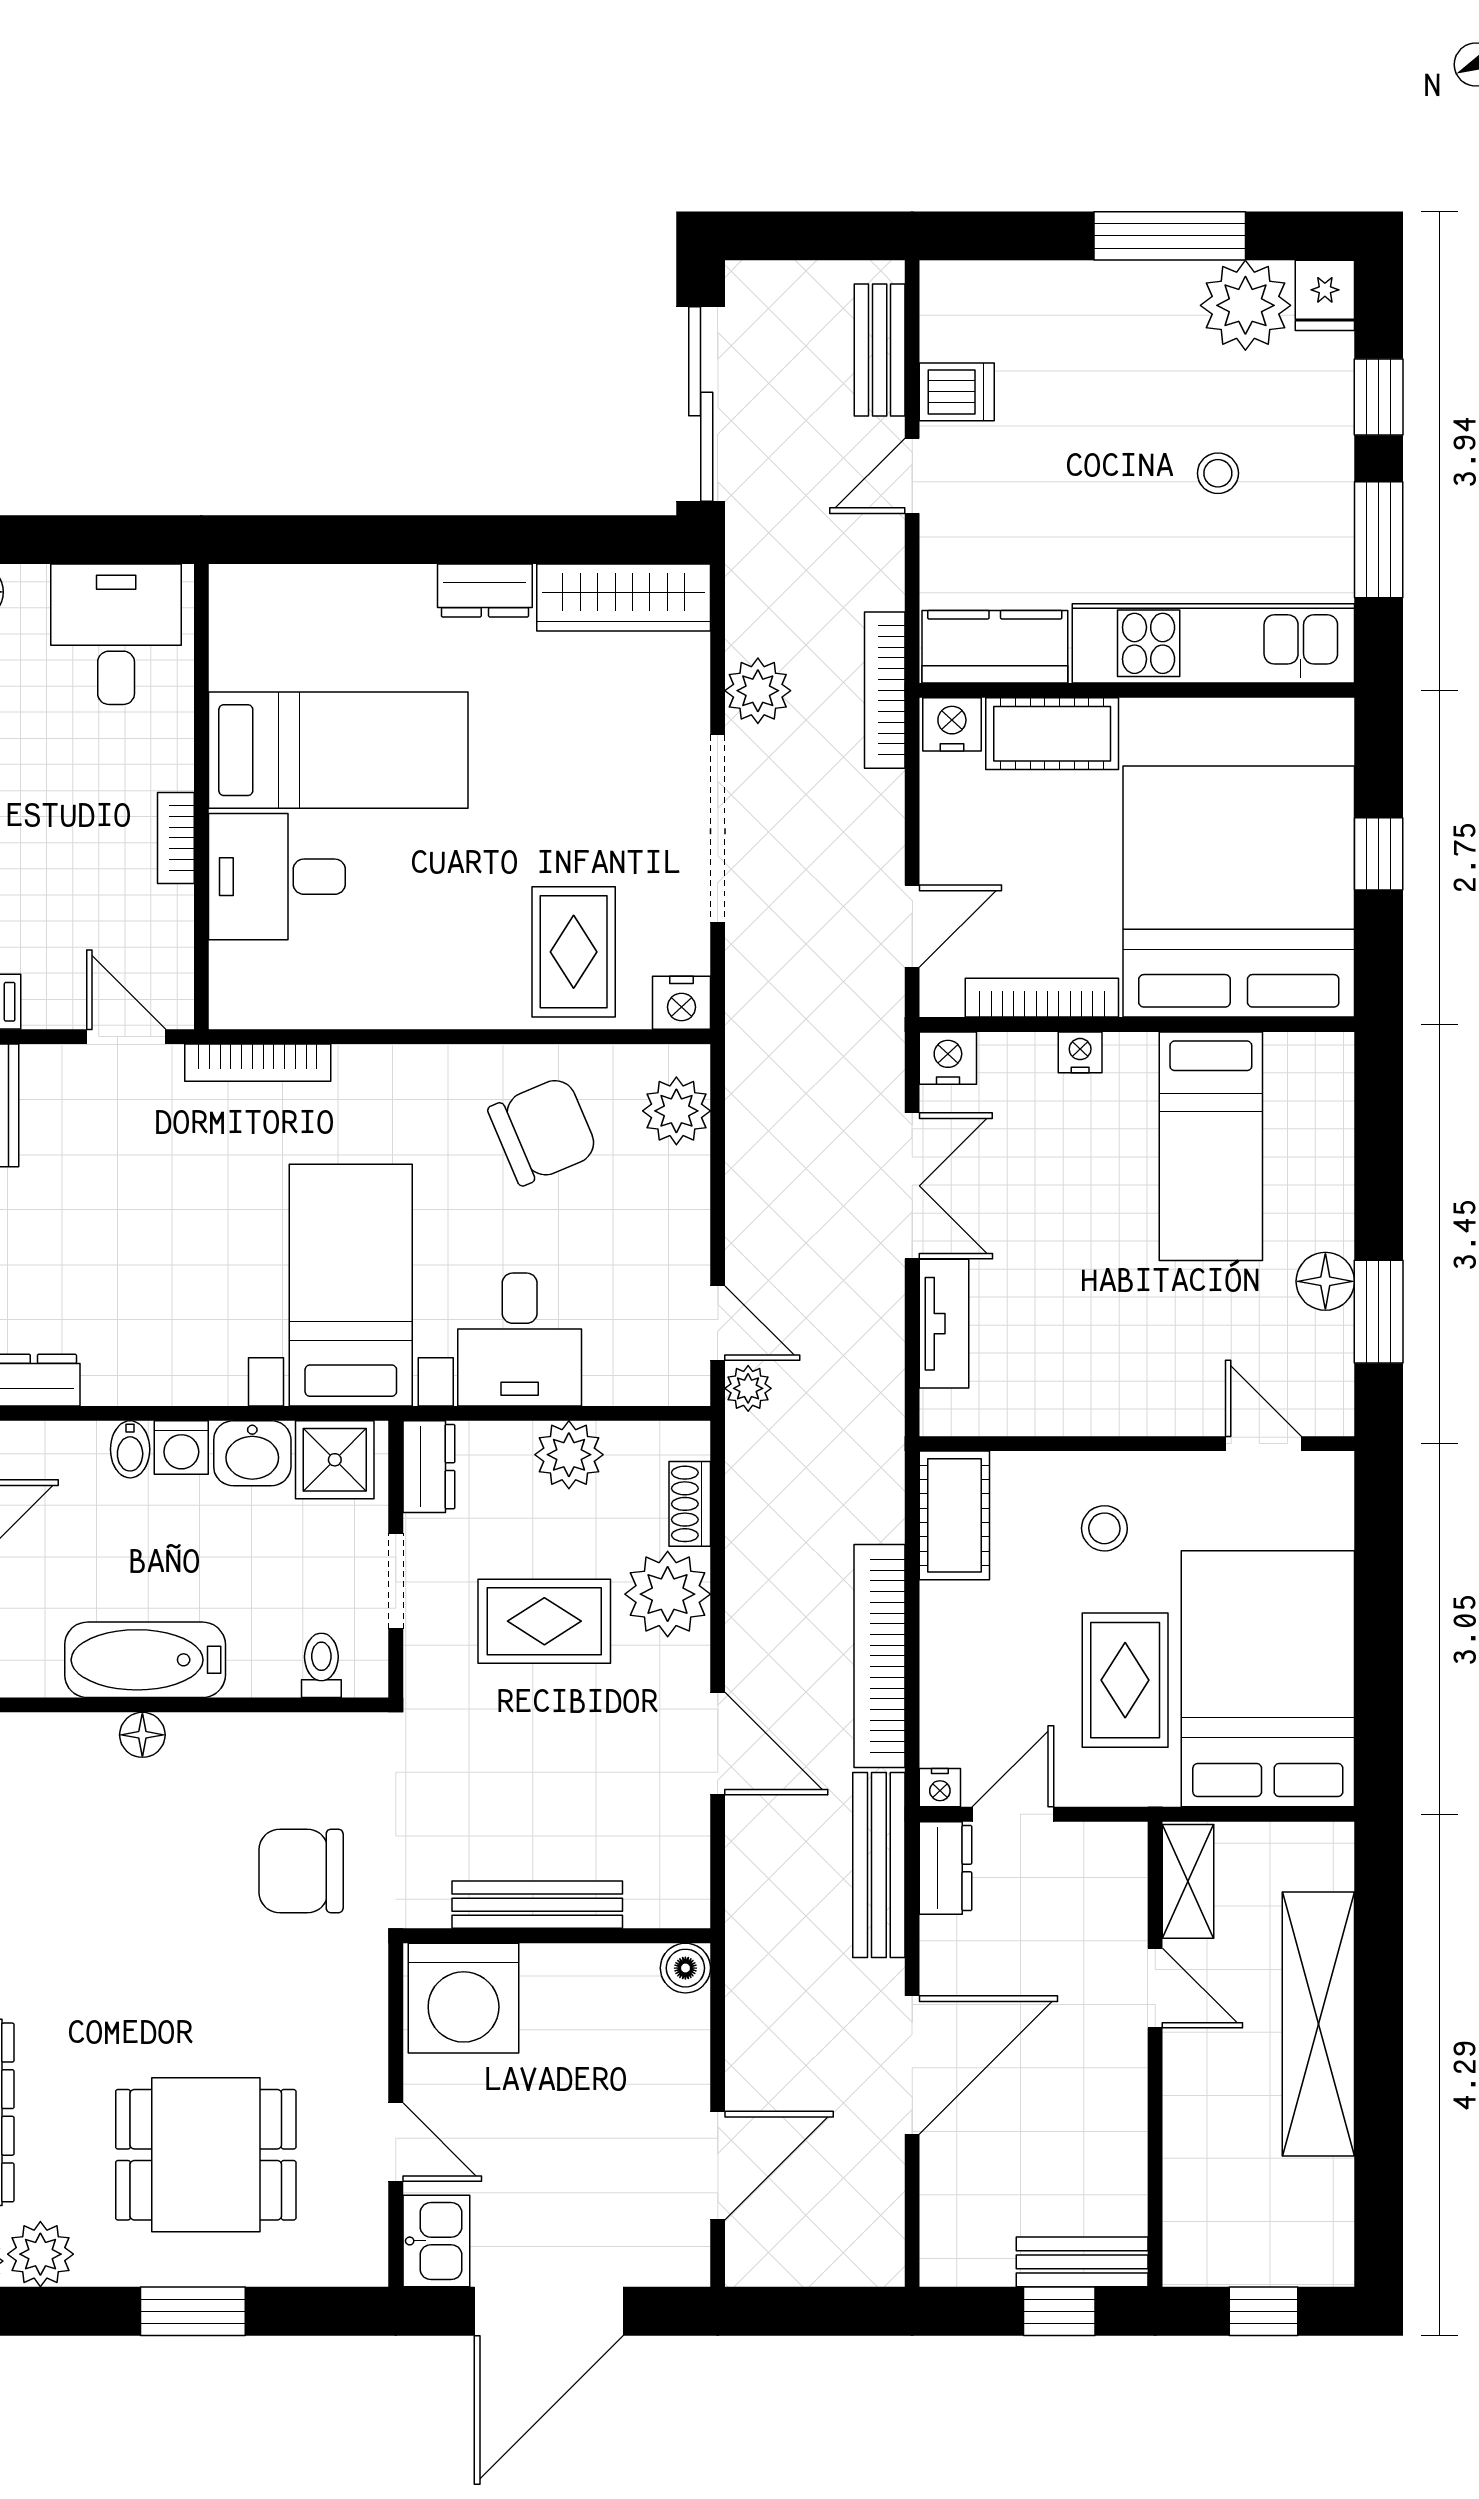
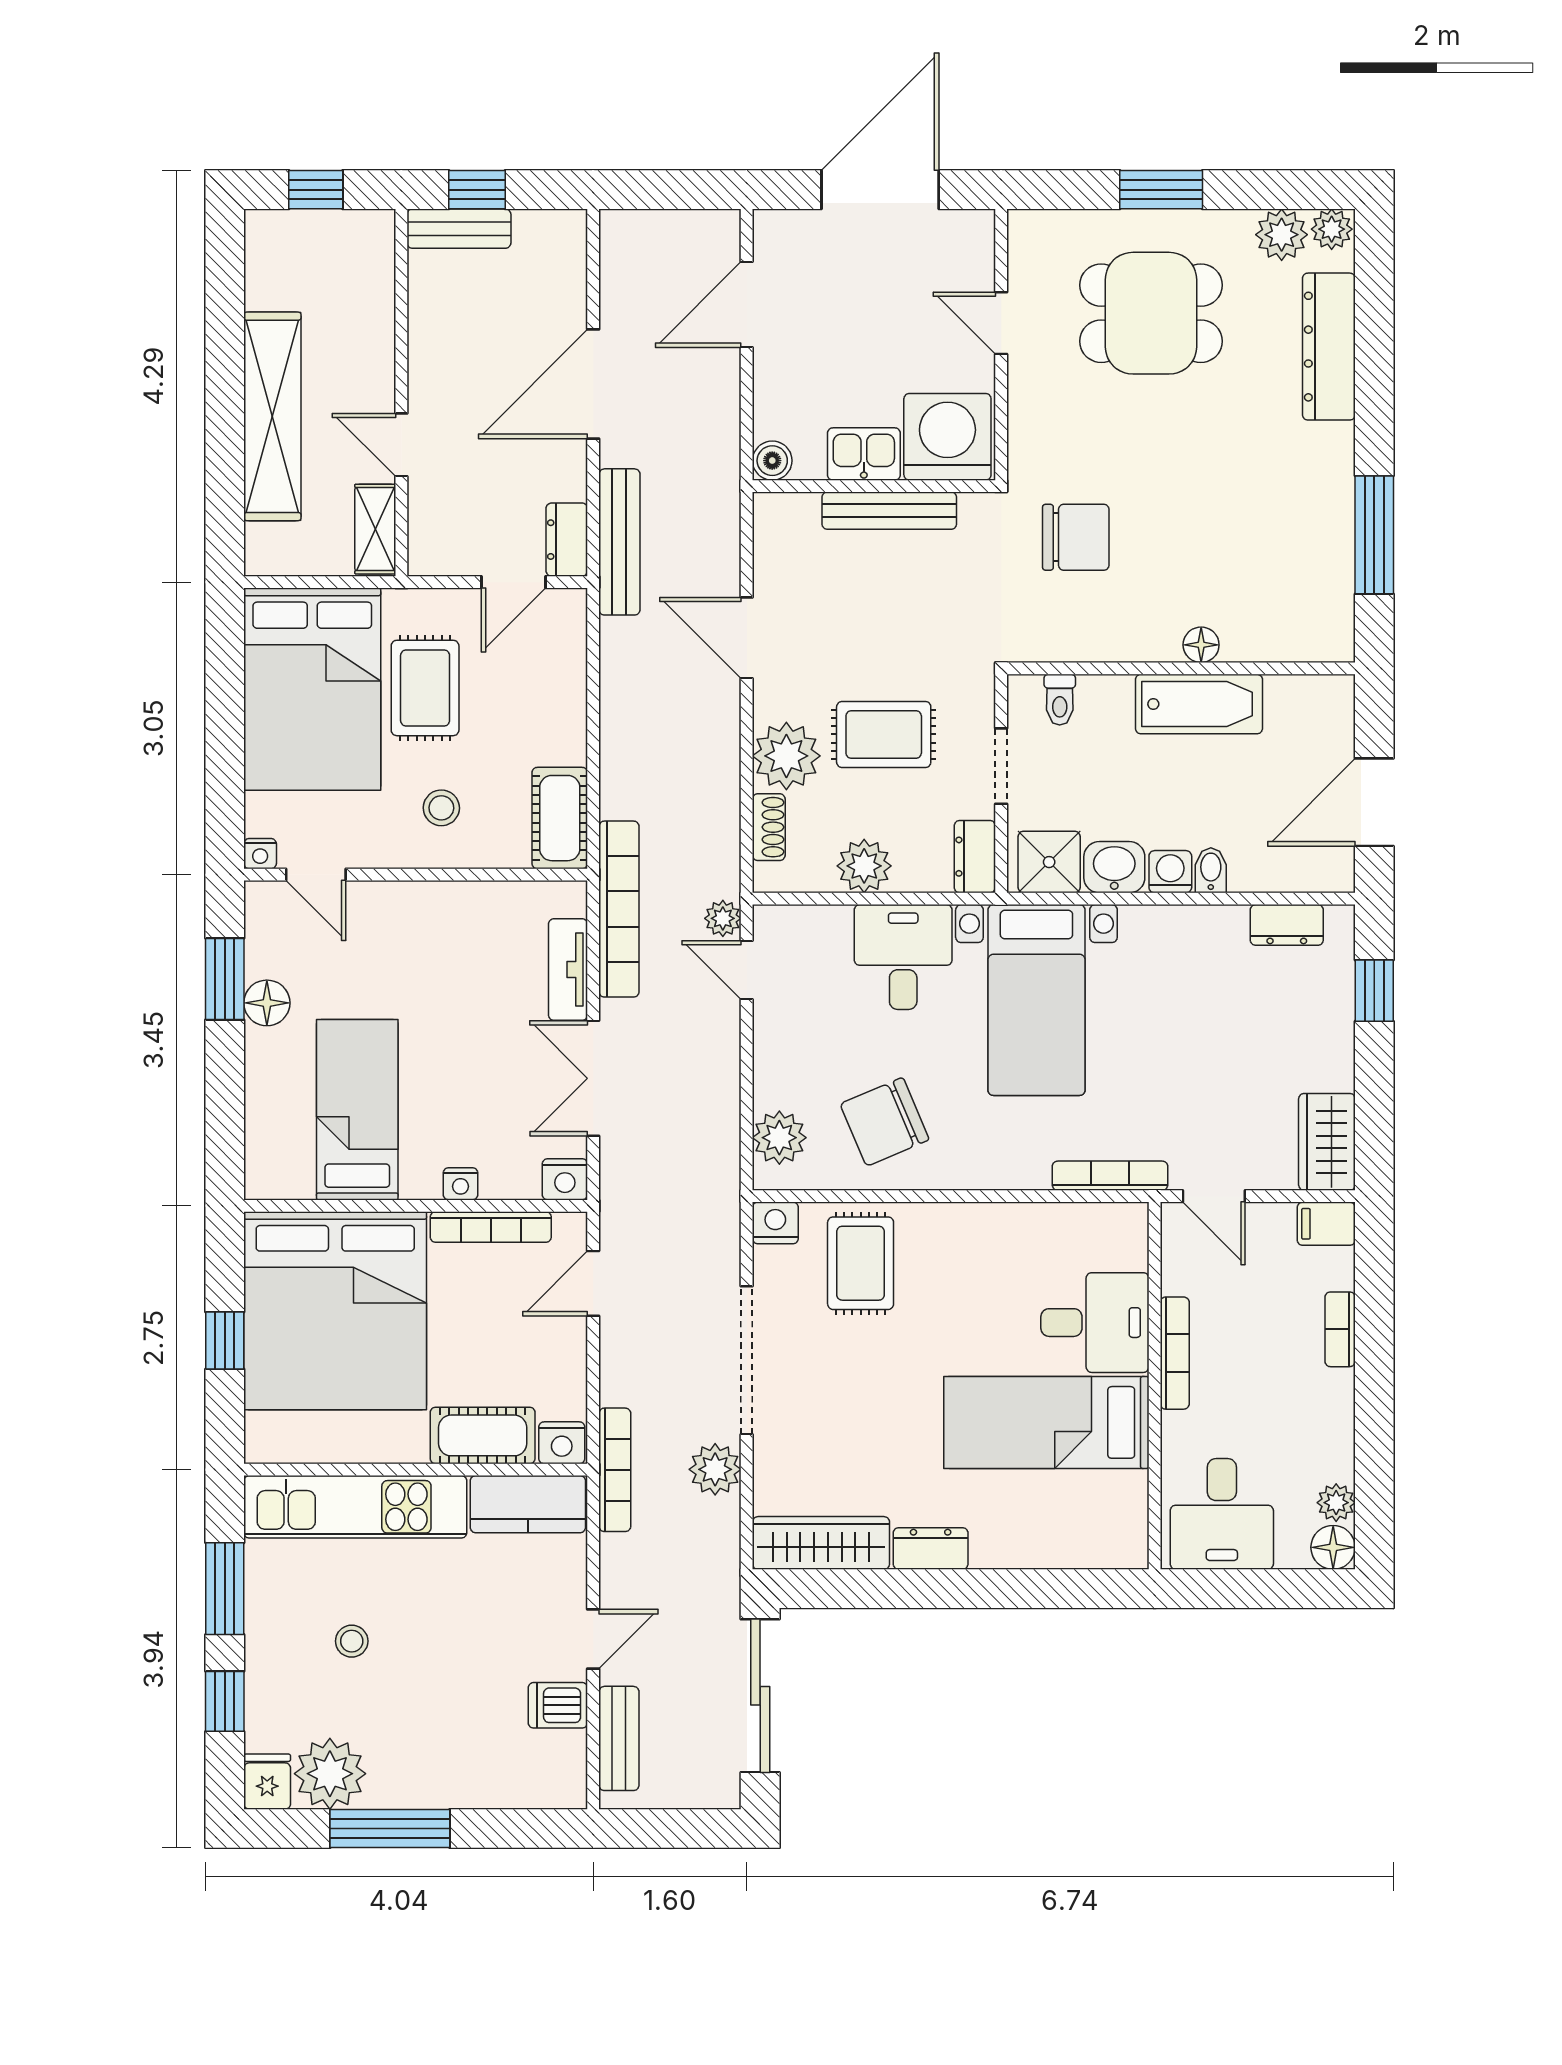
bookcase: (176, 838) -> (1175, 1353), width x1.56
bookcase: (879, 1656) -> (619, 909), moved
nightstand: (940, 1788) -> (260, 854), moved, turned 180
kitchen sink: (436, 2241) -> (864, 454), moved, turned 90

